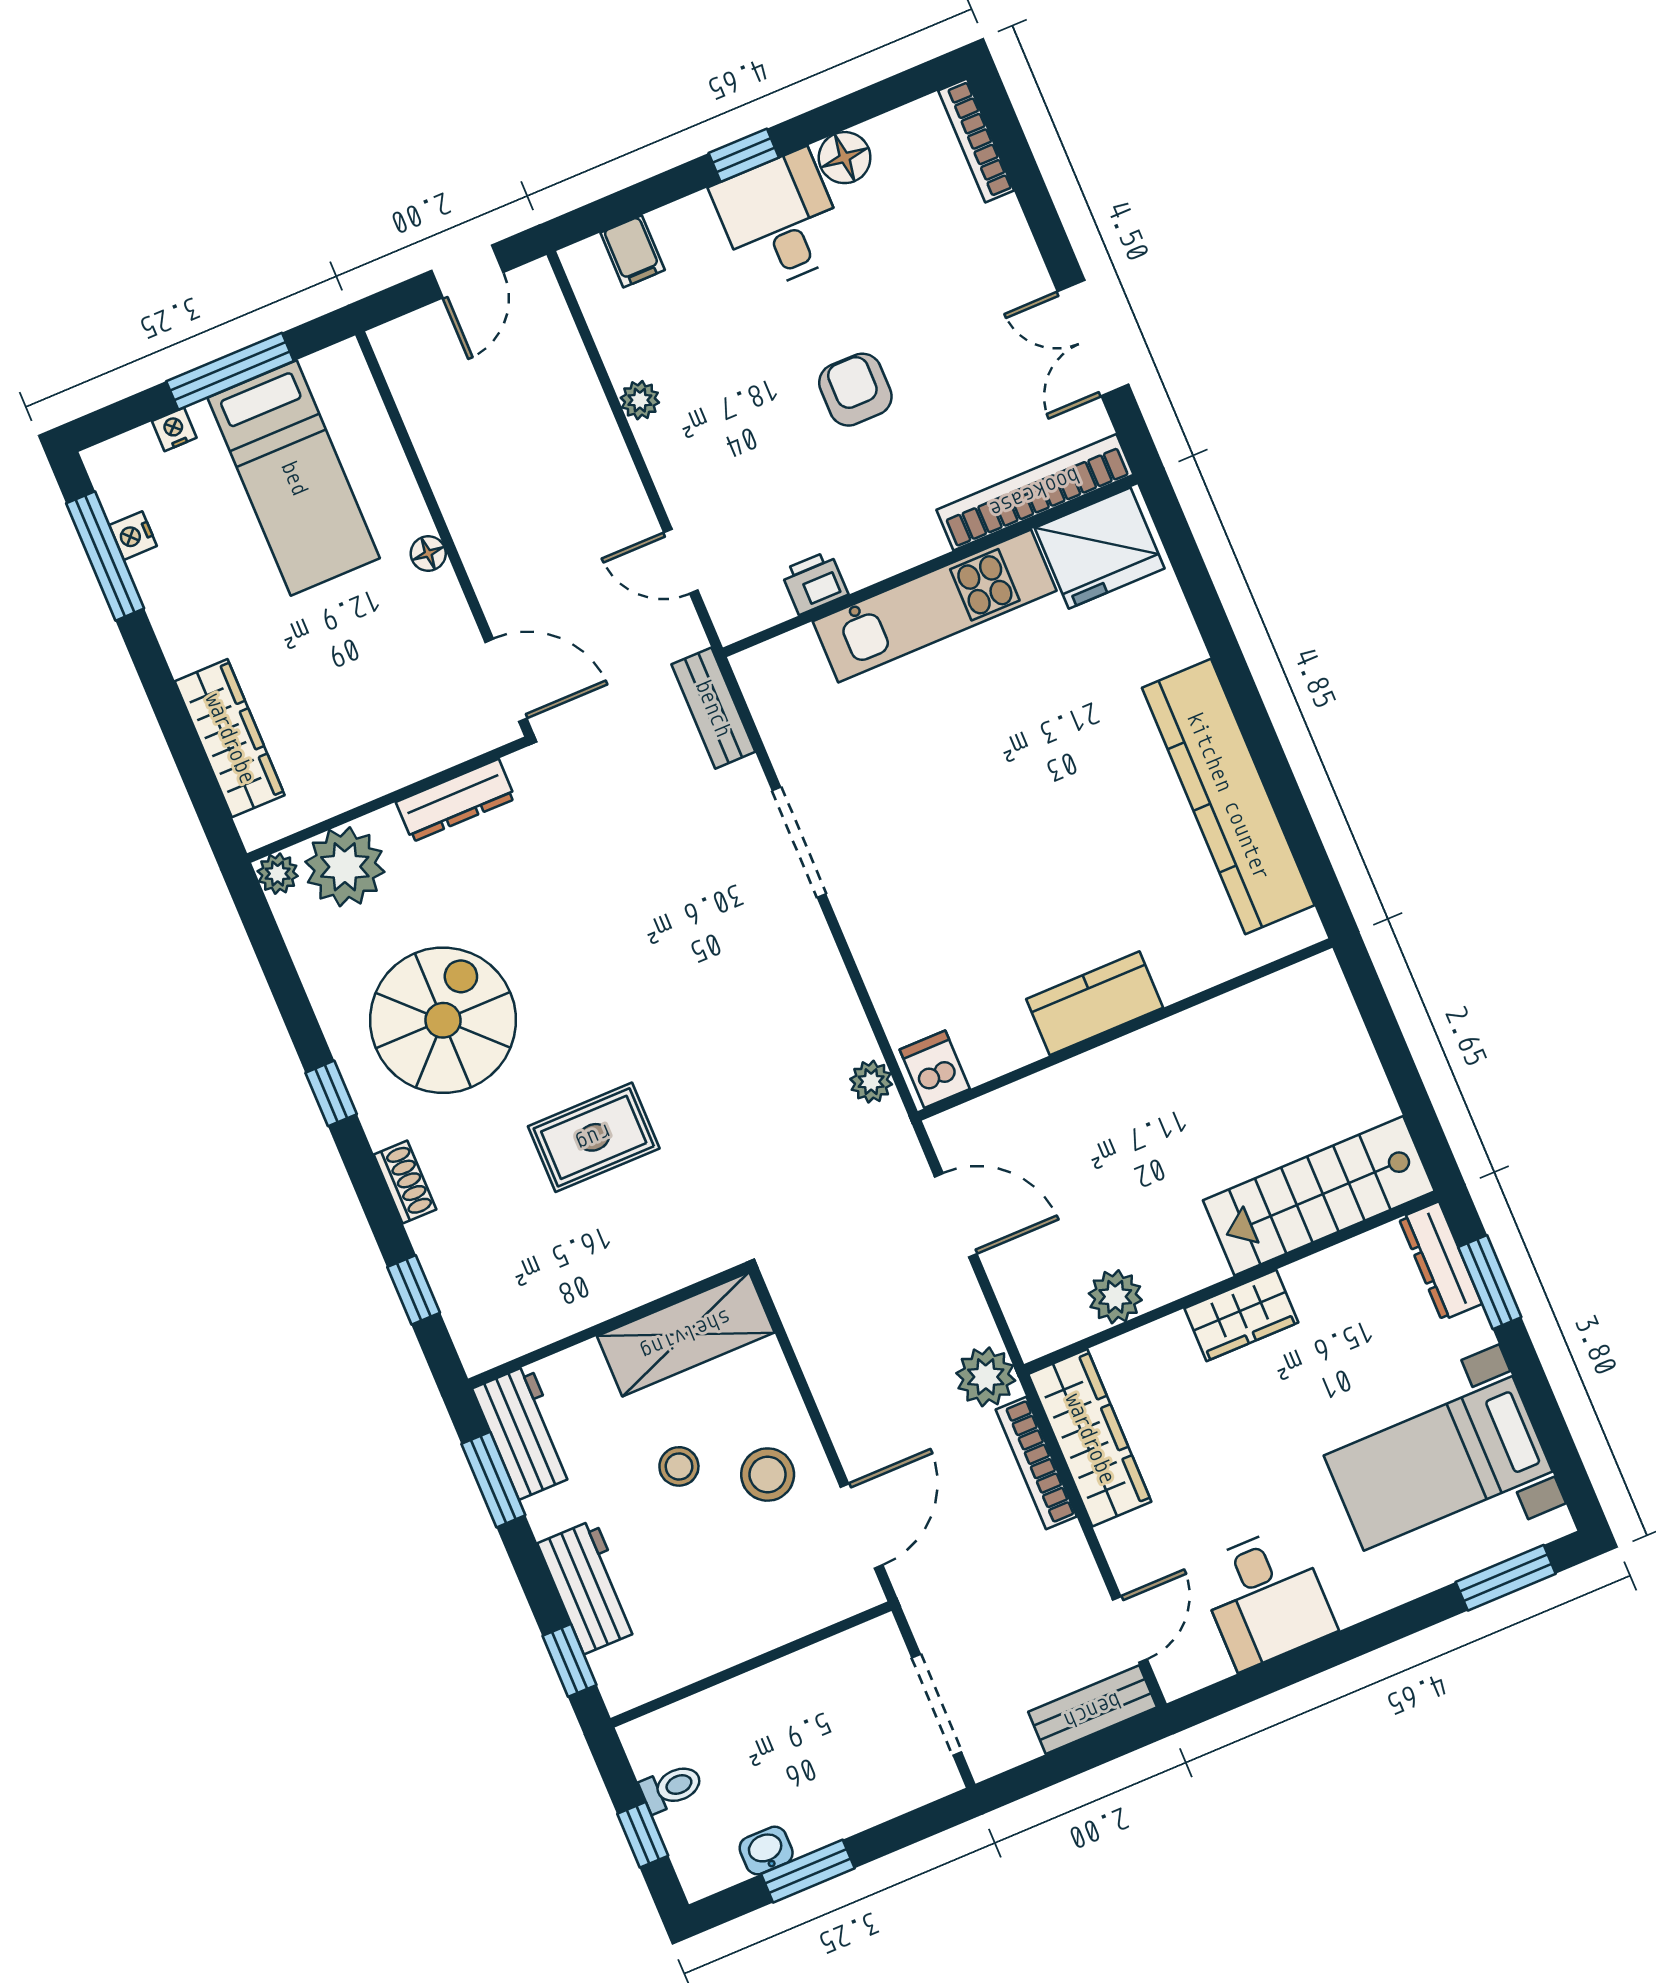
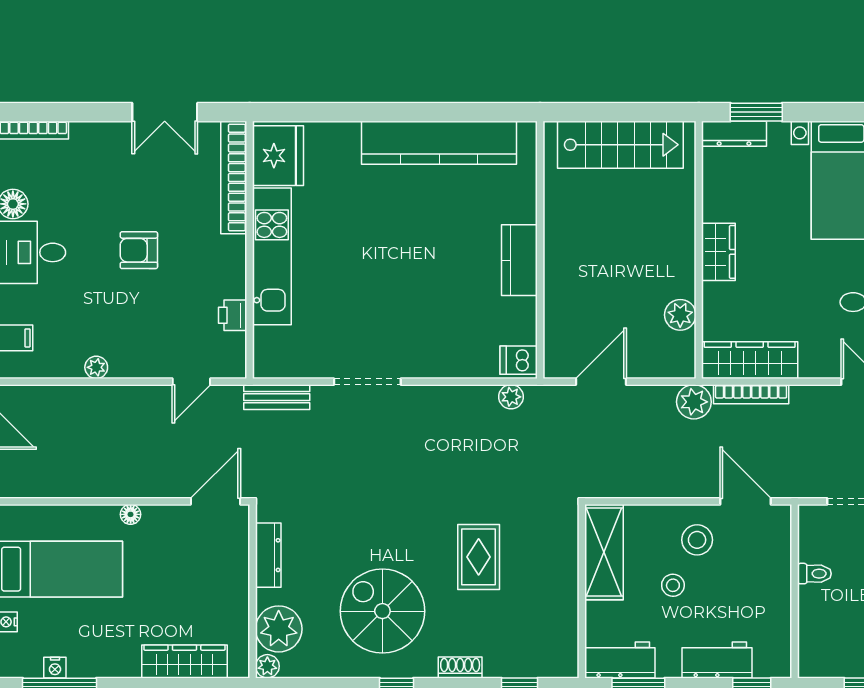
stairs: (1319, 1196) -> (620, 145), moved, turned -90
toilet: (671, 1788) -> (814, 574), moved, turned 90

